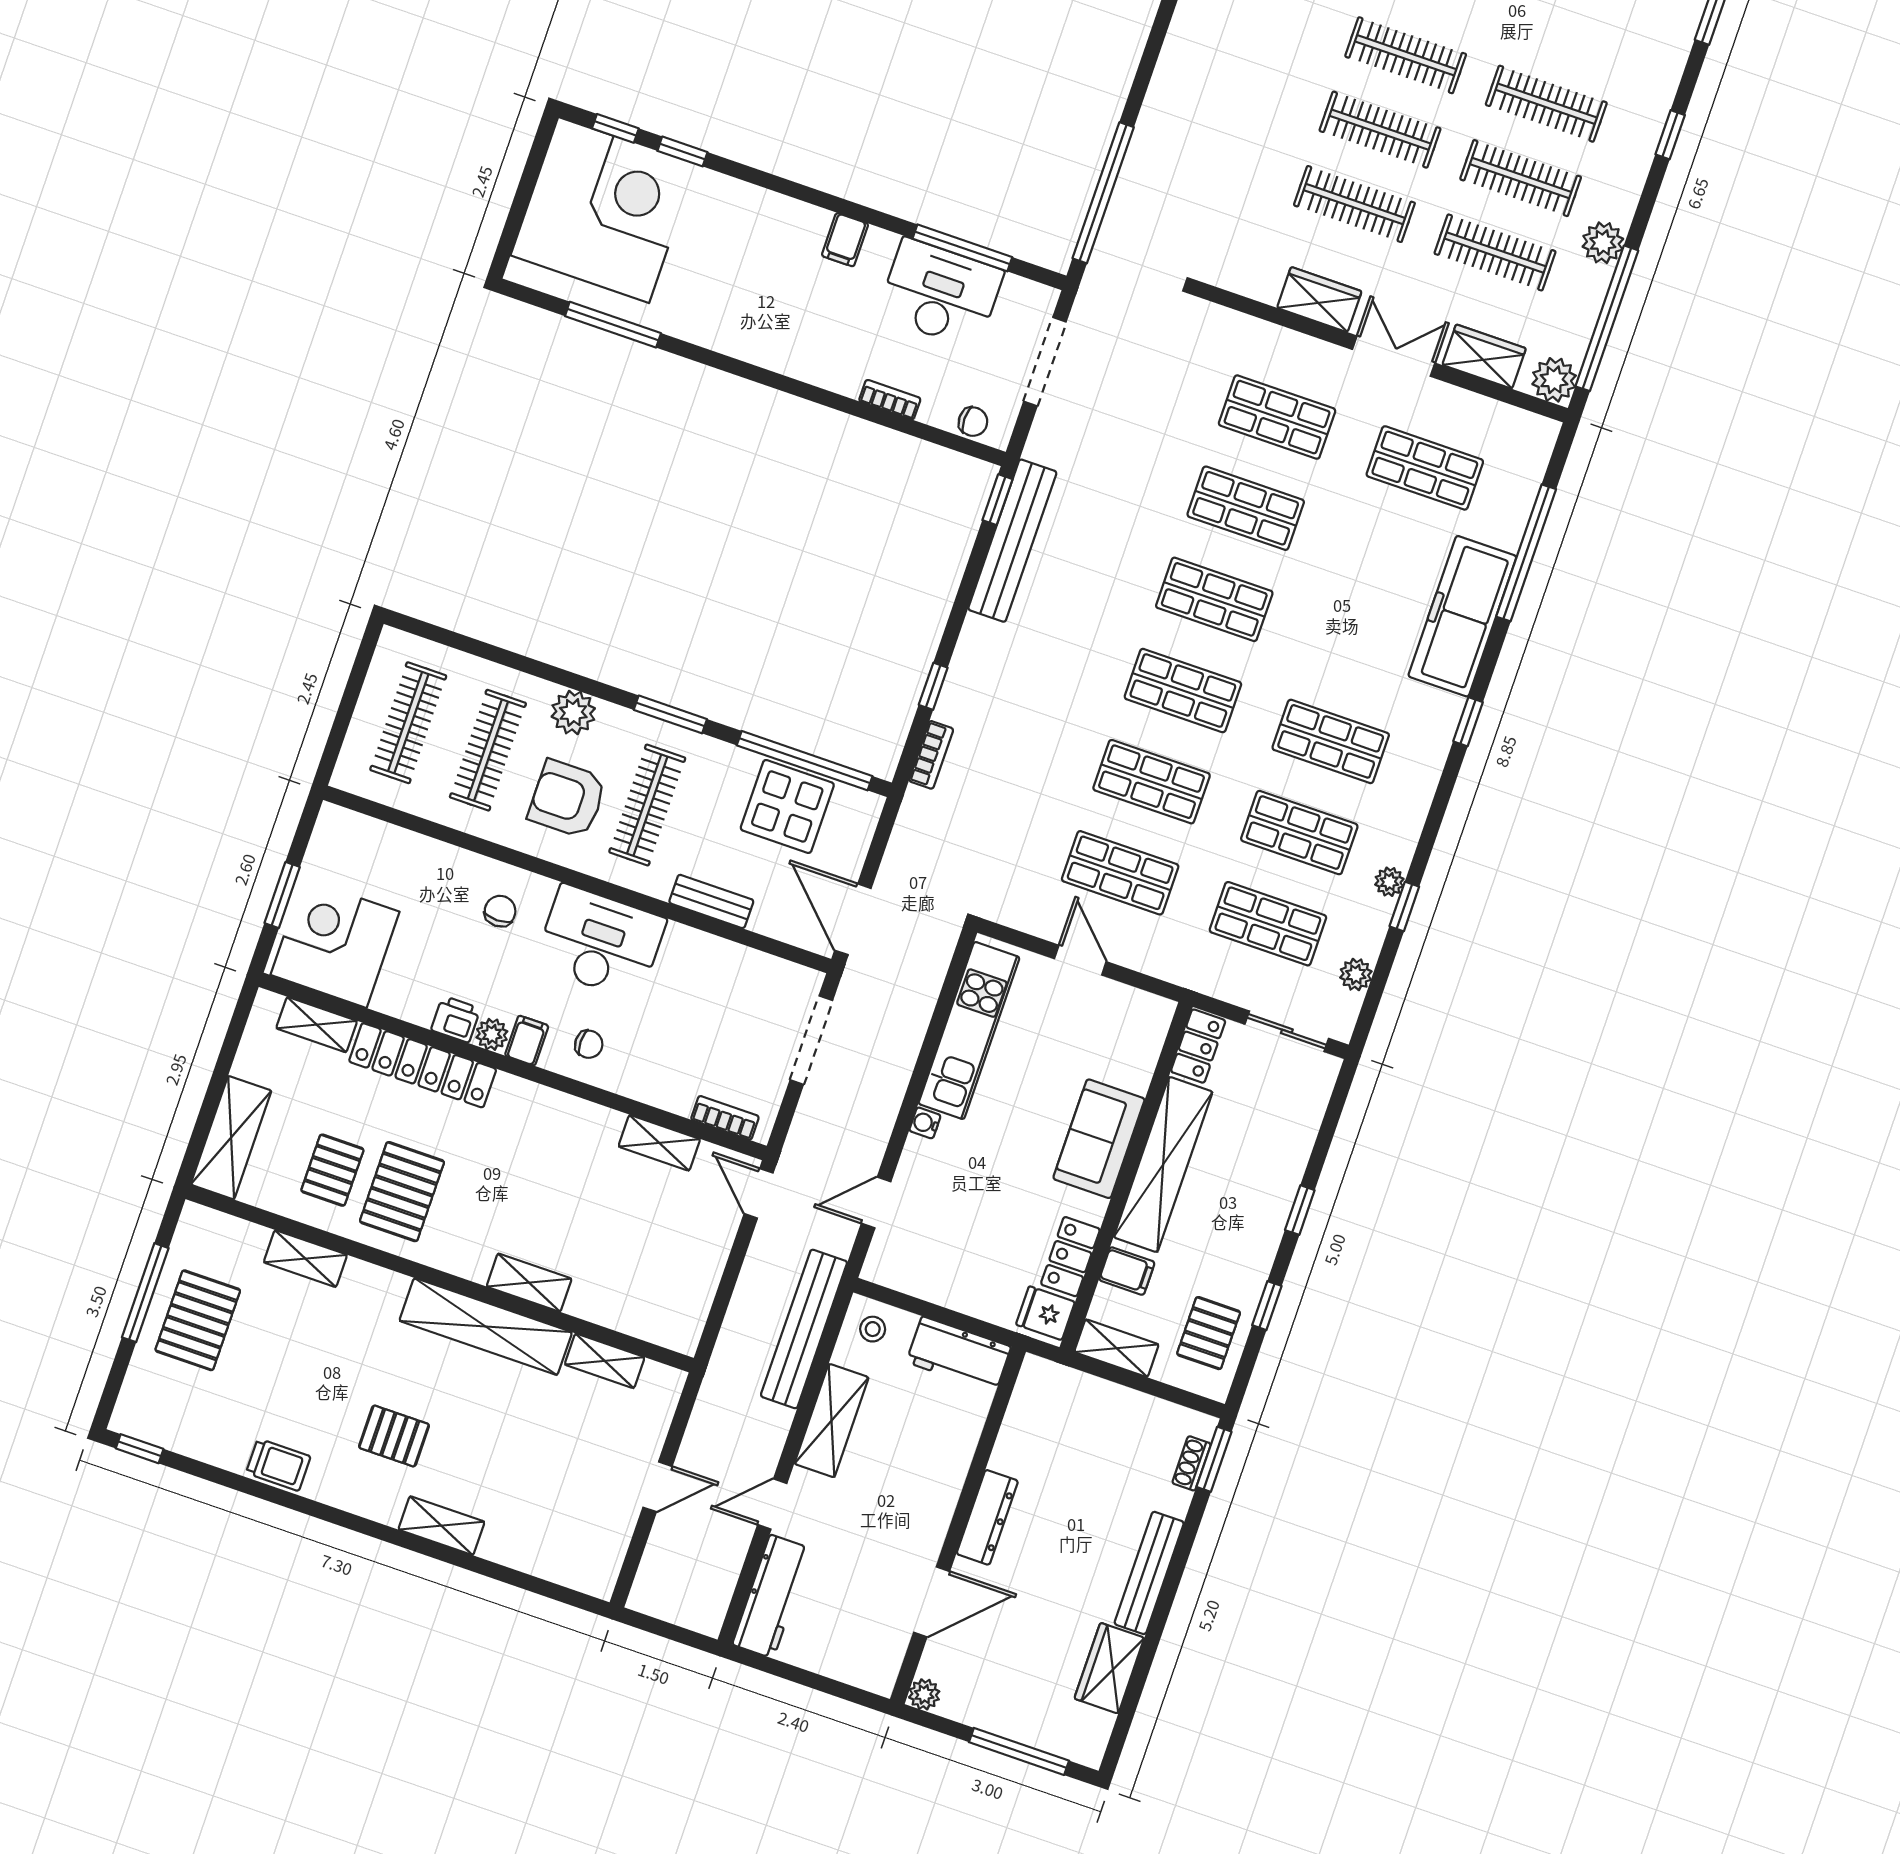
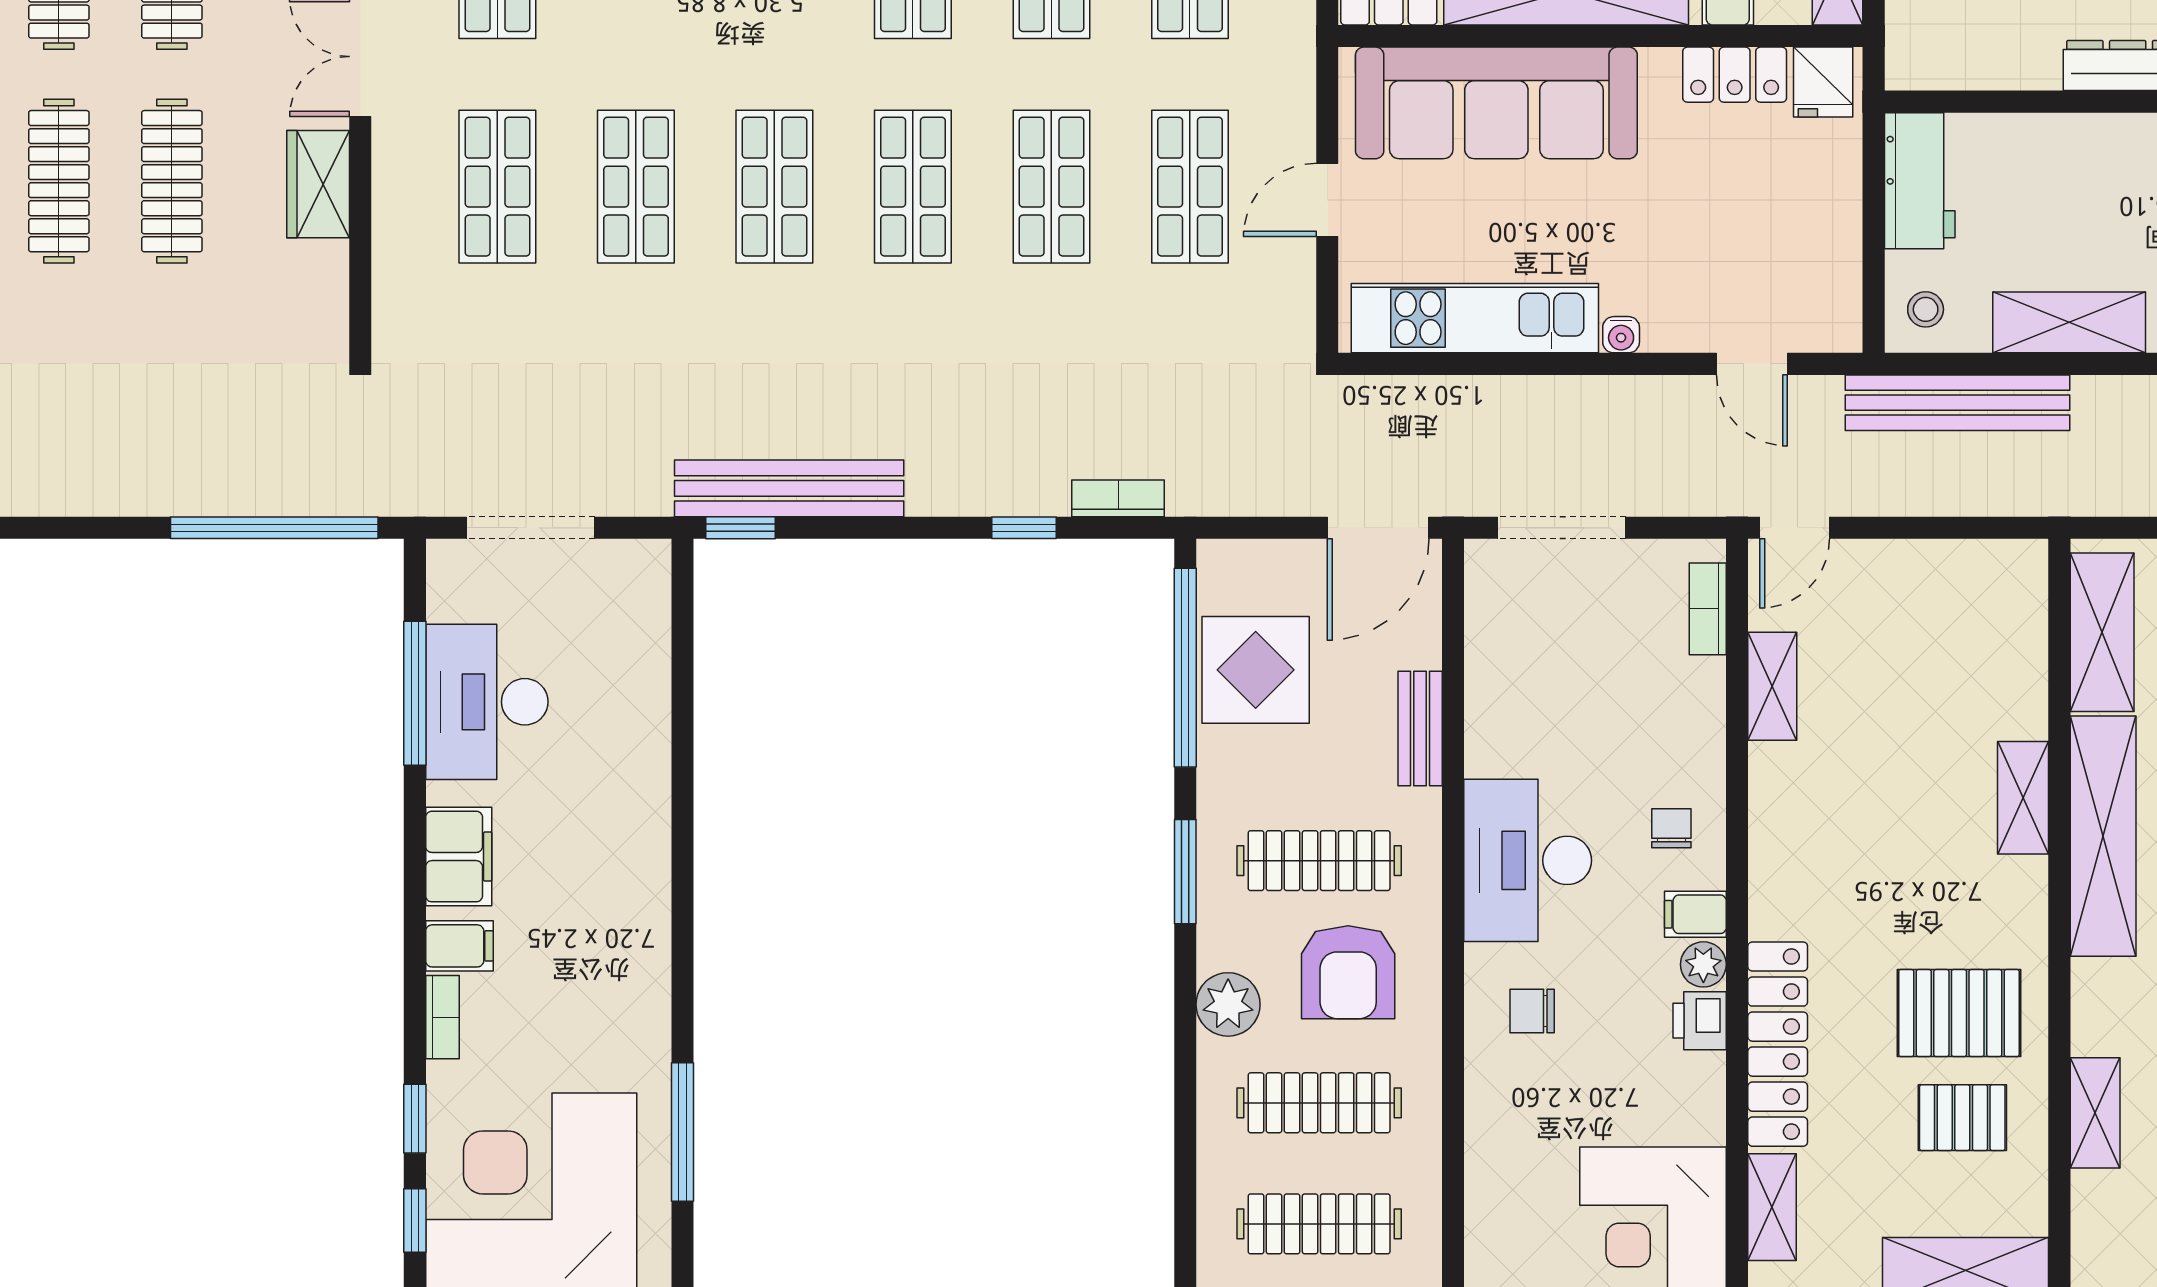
filing cabinet: (786, 220) -> (459, 946), added
filing cabinet: (845, 240) -> (459, 857), width x2.00
bookcase: (890, 400) -> (442, 1017), moved, turned 180
chair: (973, 422) -> (646, 598), removed
sofa: (1099, 1139) -> (1496, 103), width x1.85, depth x1.27
shelving: (605, 1361) -> (2102, 632), width x1.50, depth x1.33

